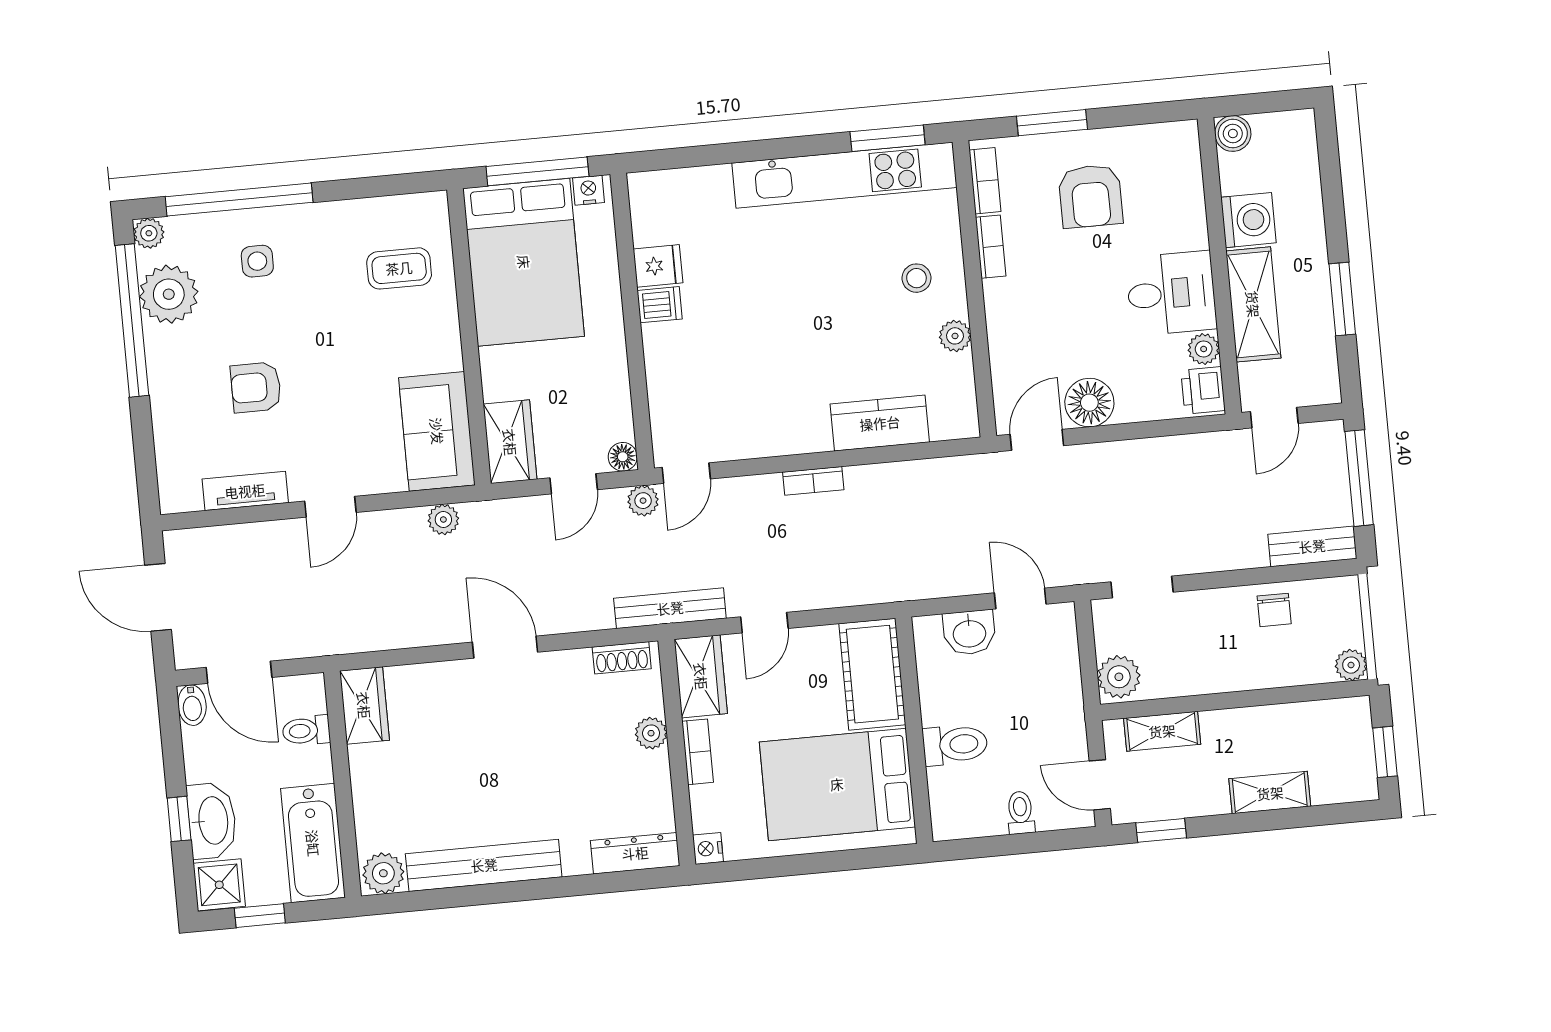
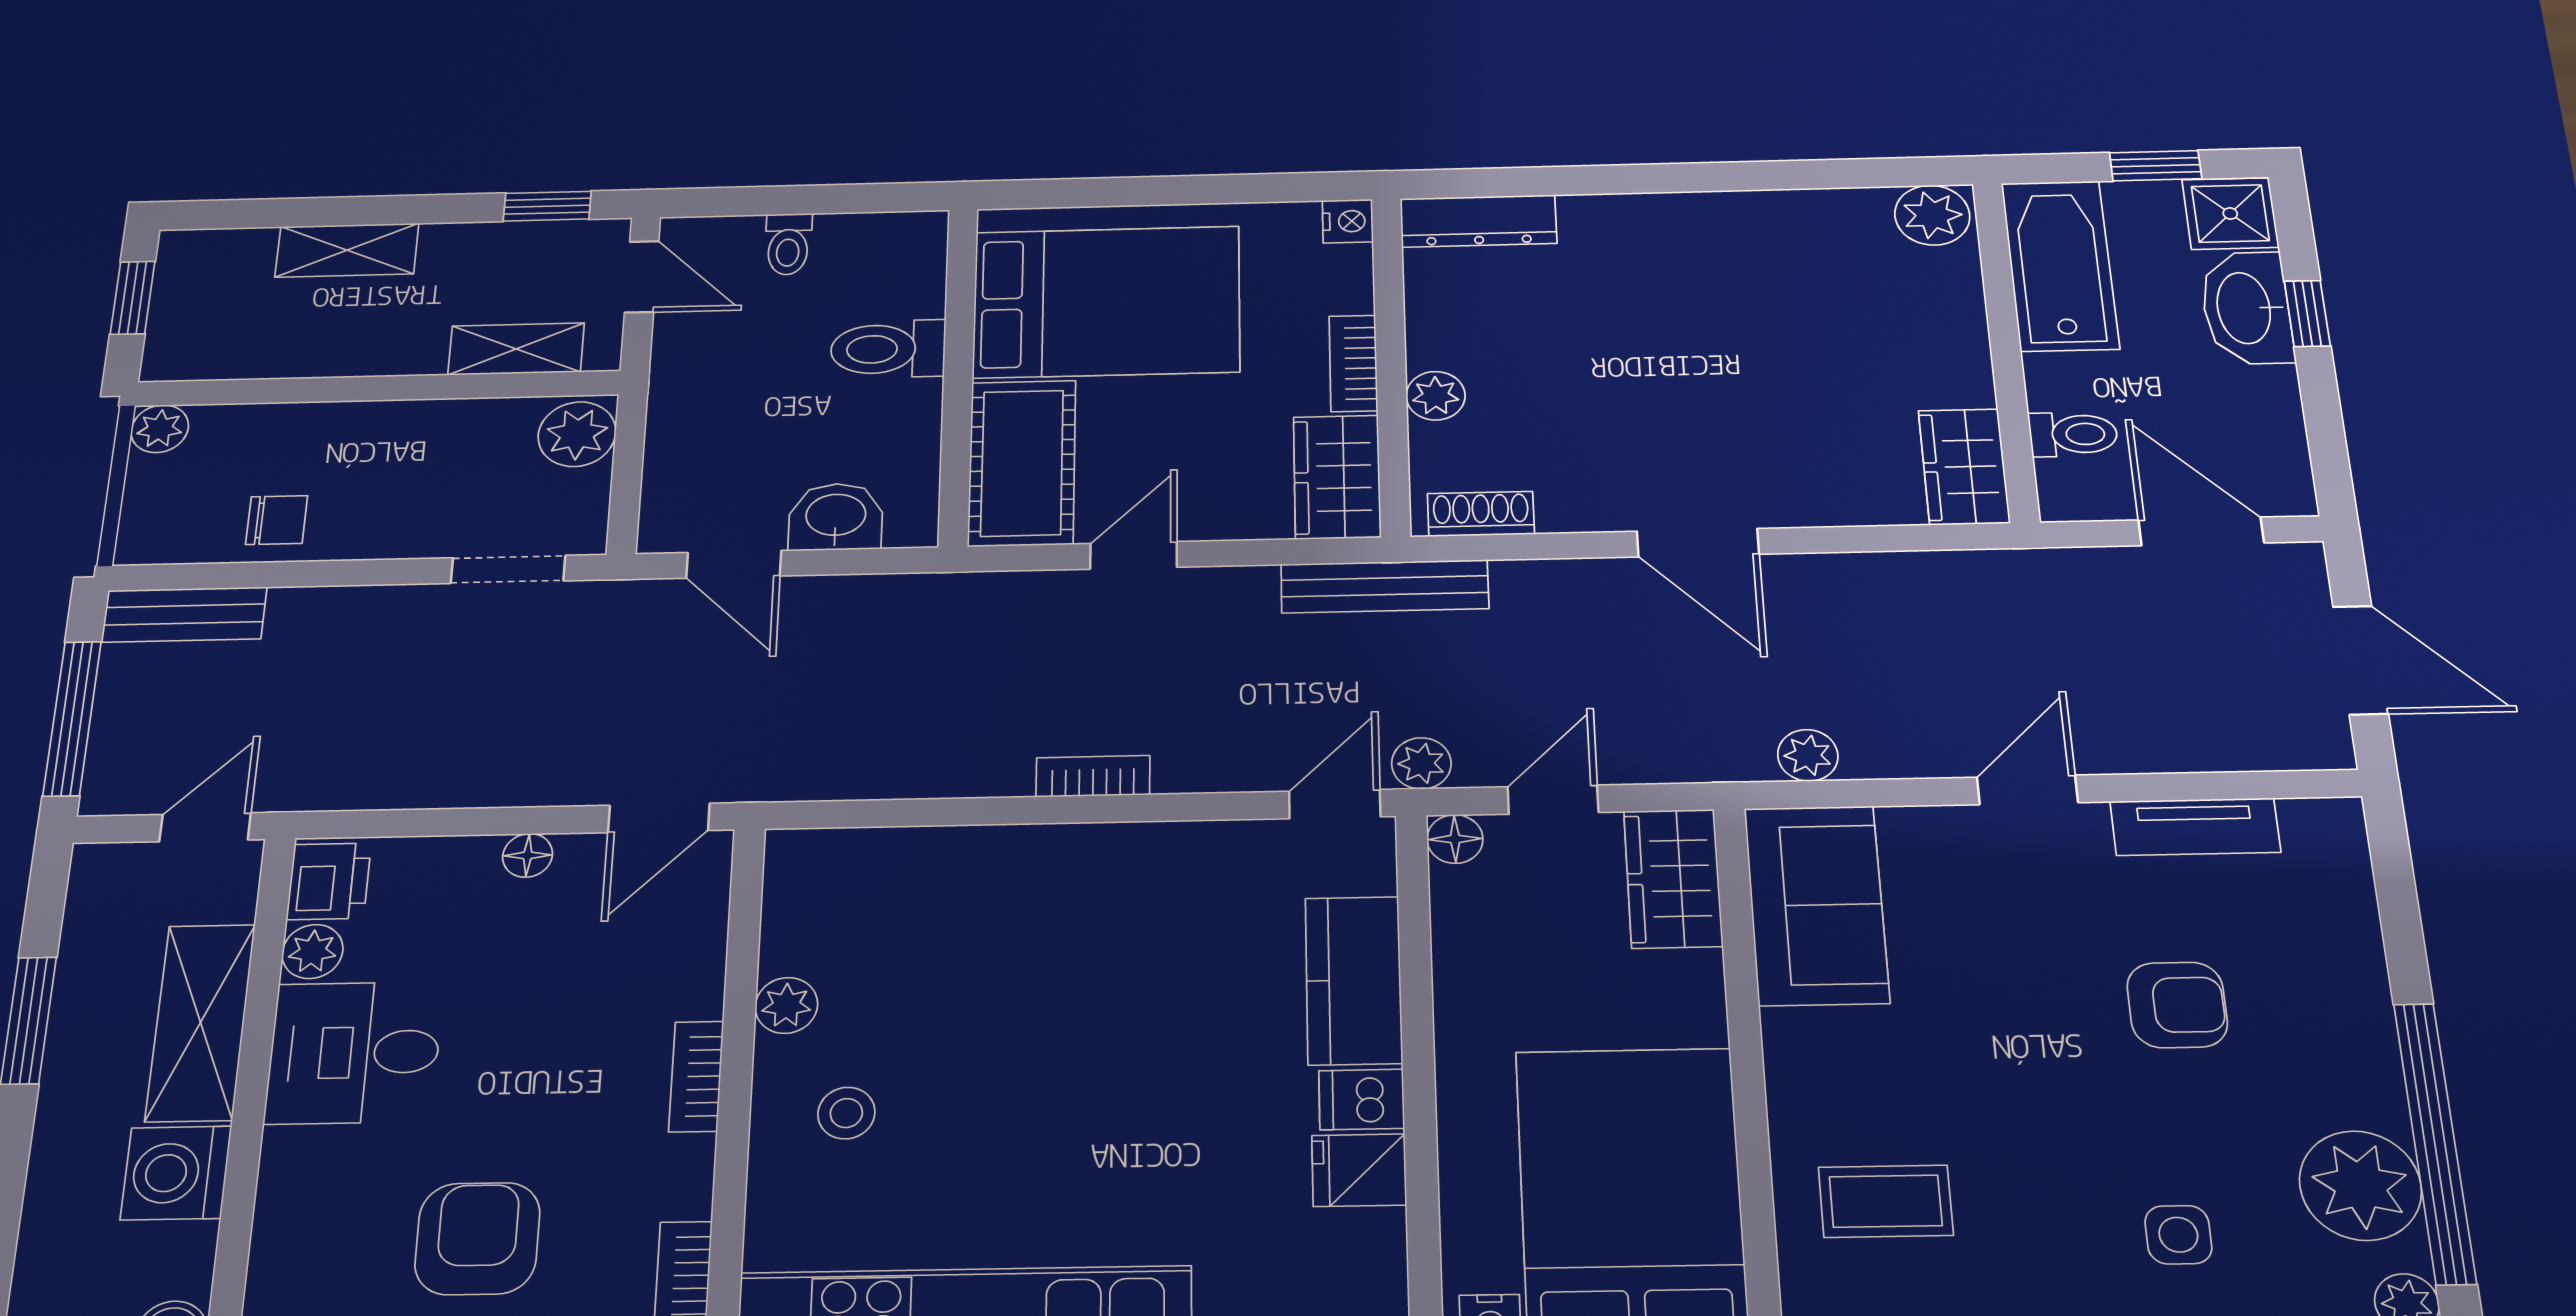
bookcase: (991, 247) -> (696, 1076), moved
floor lamp: (1089, 403) -> (528, 855), width x0.53, depth x0.53
kitchen counter: (880, 423) -> (1354, 980), moved, turned 90
chair: (1274, 610) -> (277, 520), turned 90
door: (764, 623) -> (1134, 555), moved
bidet: (192, 705) -> (2289, 485), removed
bench: (484, 865) -> (1751, 217), removed

